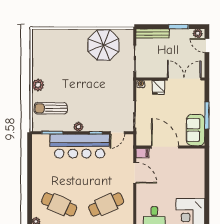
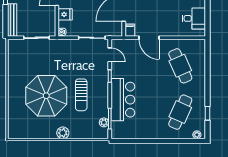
parasol: (103, 45) -> (46, 96), moved, width x1.36, depth x1.36
sun lounger: (51, 108) -> (81, 95), moved
plant: (78, 127) -> (104, 122), moved
bar counter: (80, 146) -> (123, 100), width x0.73
door: (135, 173) -> (149, 38), swing flipped

